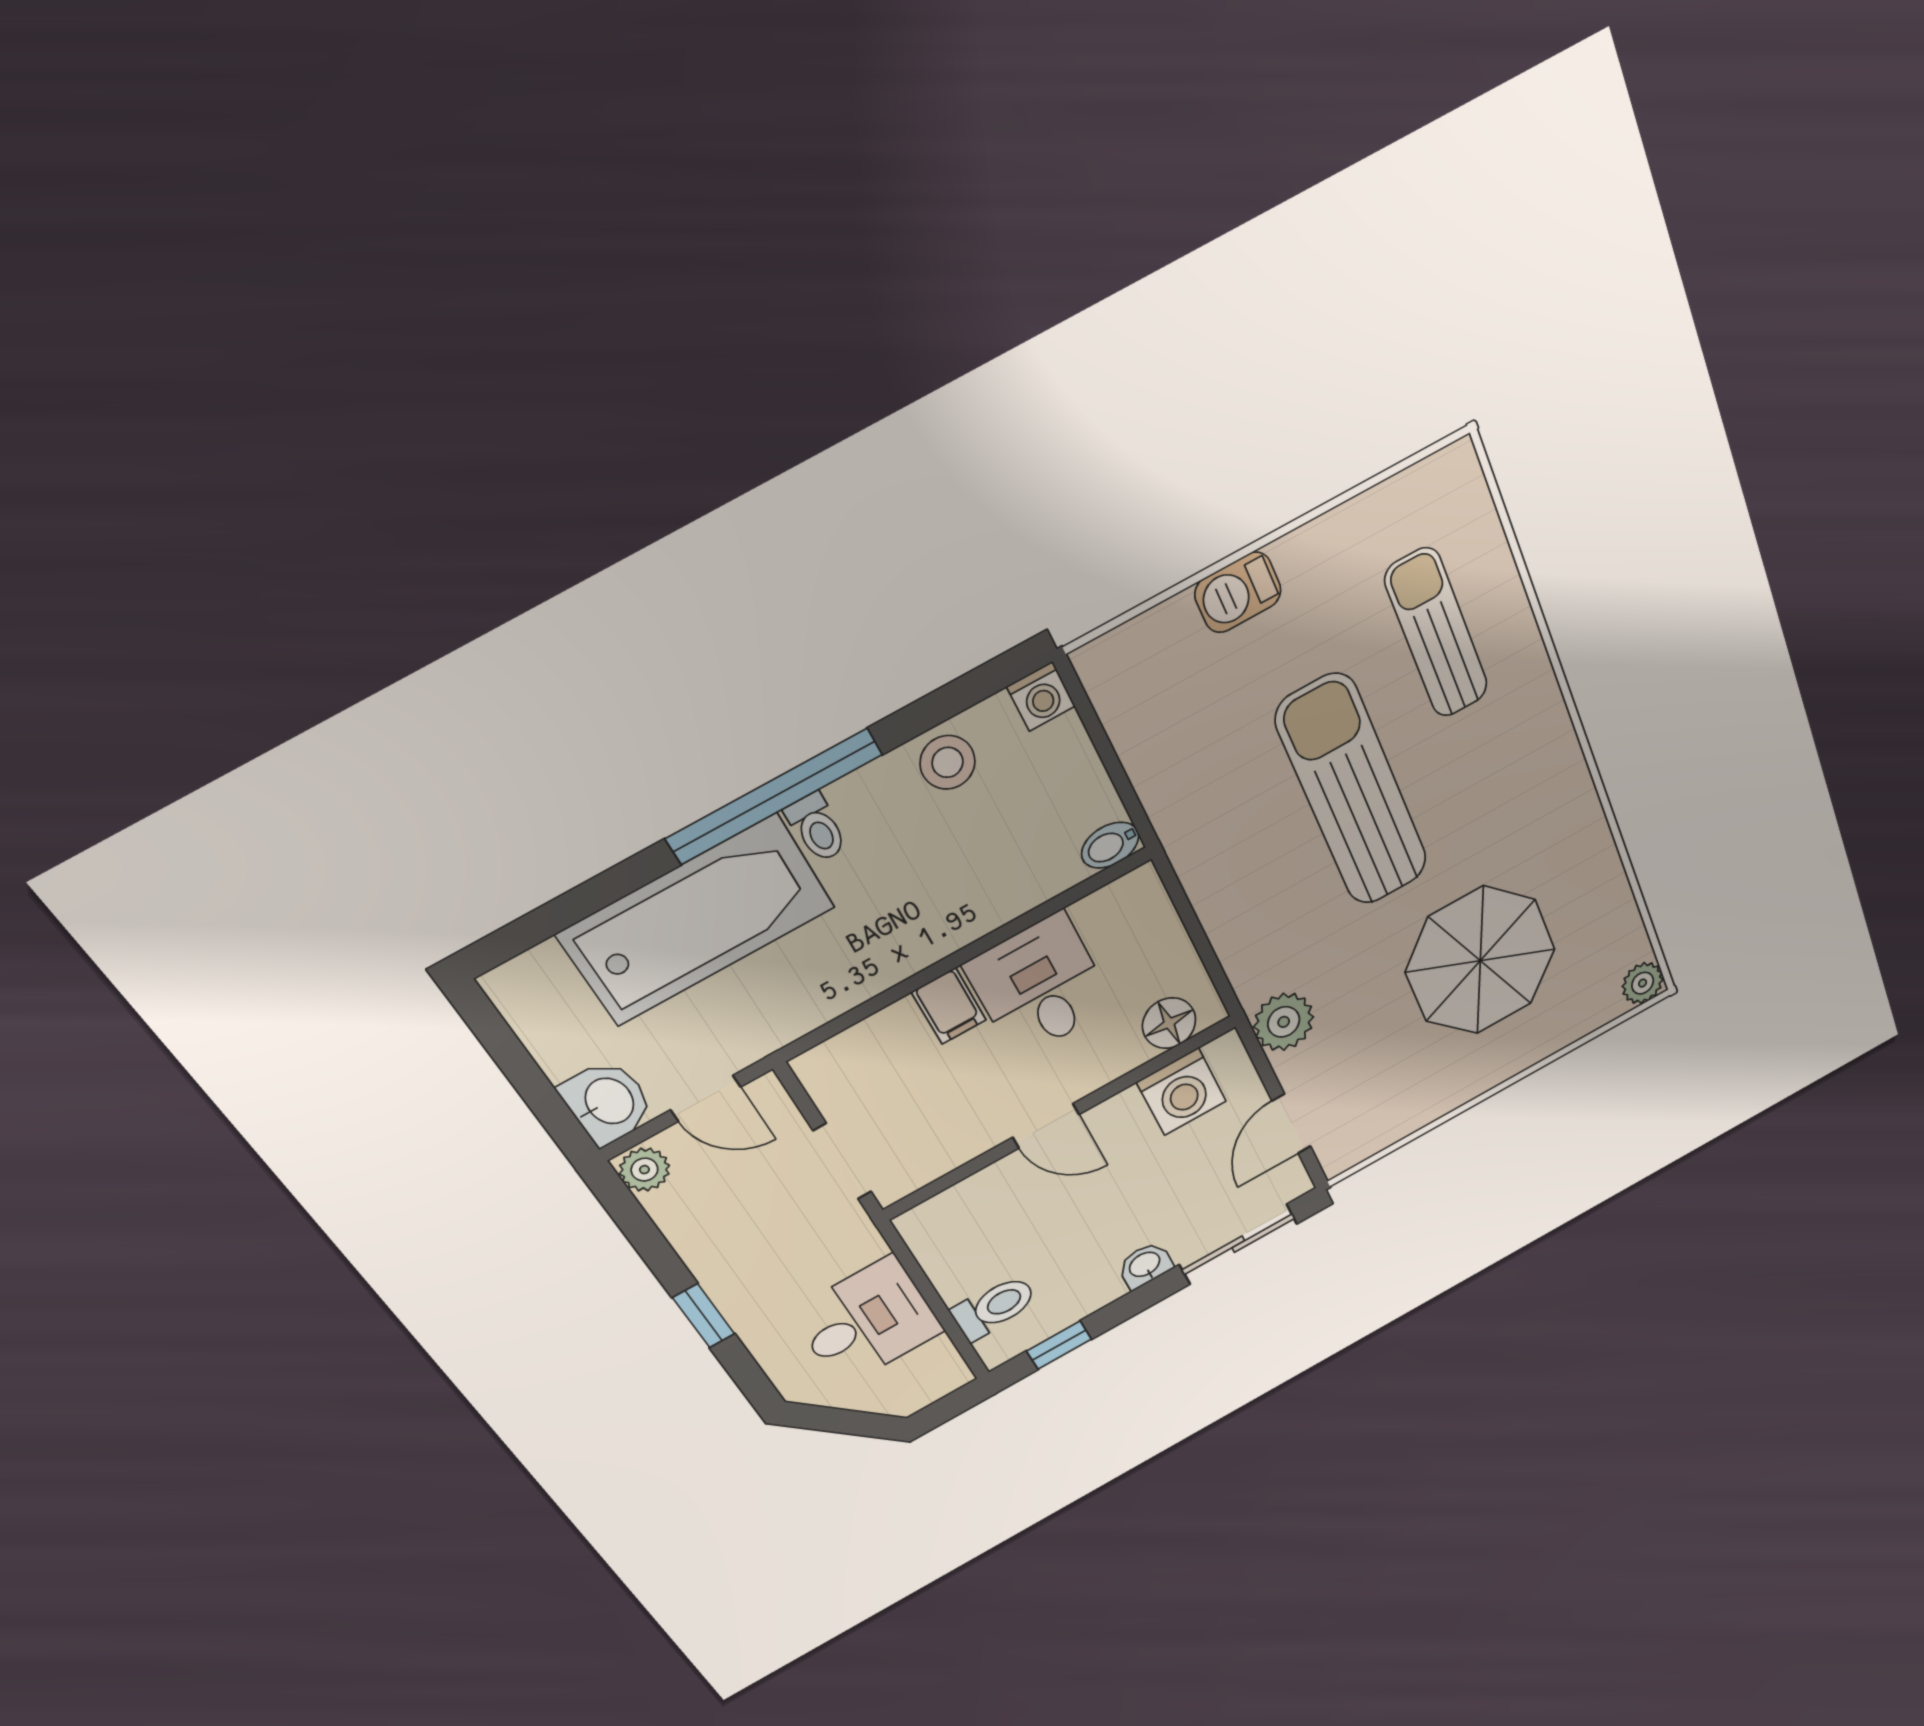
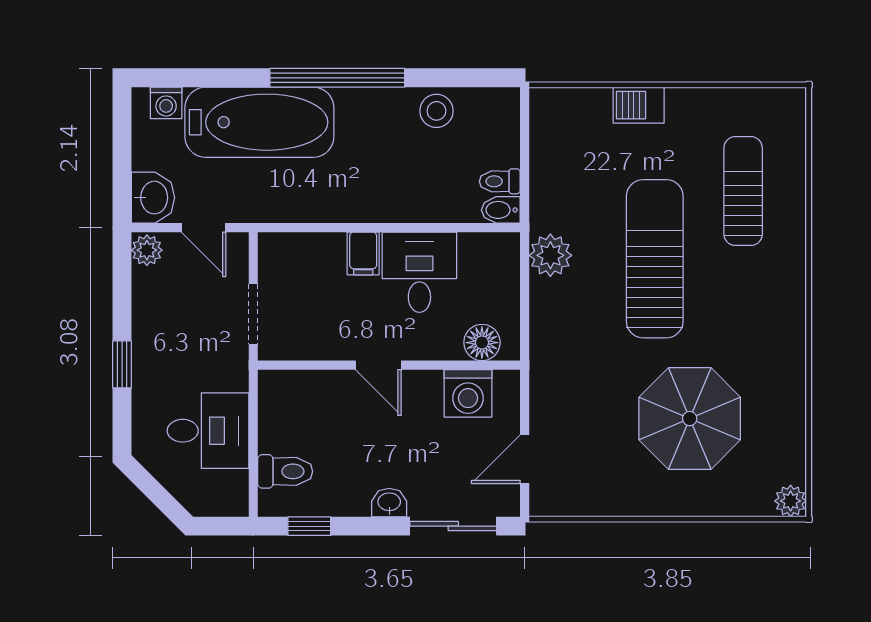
washing machine: (1041, 696) -> (166, 103), moved
toilet: (817, 828) -> (500, 181), moved, turned 90
plant: (1284, 1022) -> (550, 255), moved

